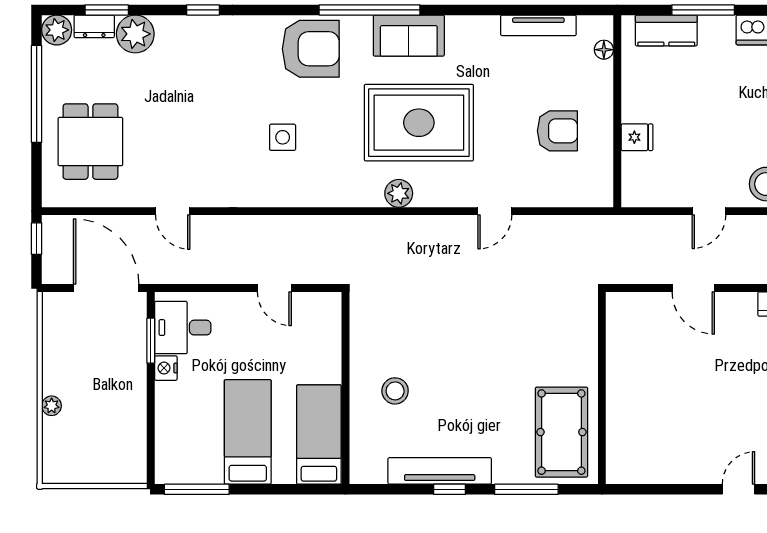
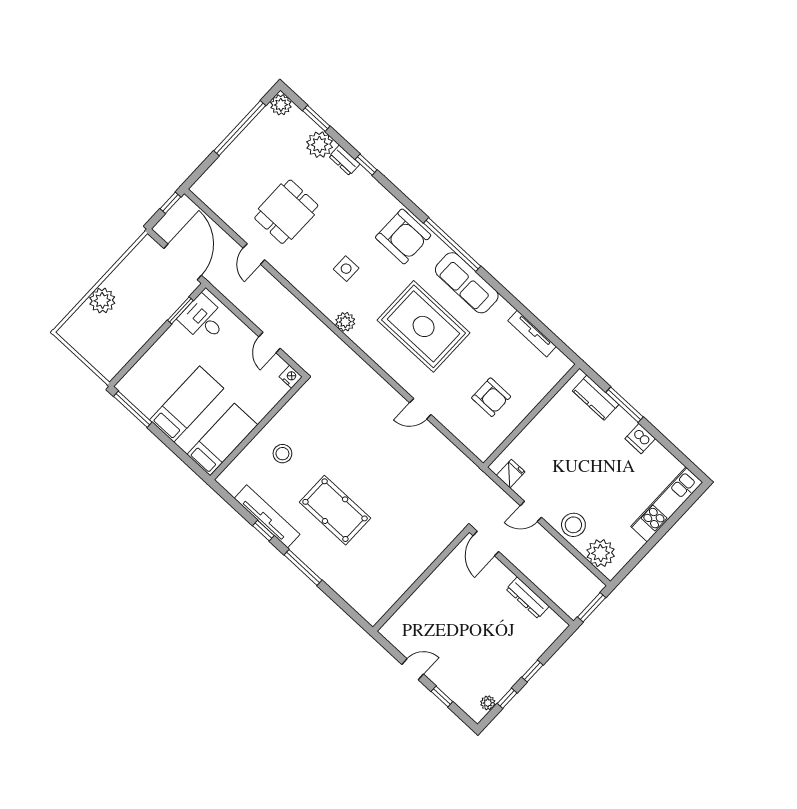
dresser: (94, 26) -> (344, 160), moved
sofa: (409, 36) -> (467, 283), width x1.36
floor lamp: (604, 50) -> (554, 378), removed
fridge: (637, 137) -> (511, 474), moved, turned -90
dining table: (90, 142) -> (286, 212), moved
plant: (399, 193) -> (345, 322), moved
nightstand: (166, 368) -> (291, 377), moved, turned 90
wall: (602, 388) -> (421, 580), moved
plant: (52, 406) -> (102, 301), width x1.88, depth x1.88
pool table: (561, 432) -> (335, 510), moved, turned 90

